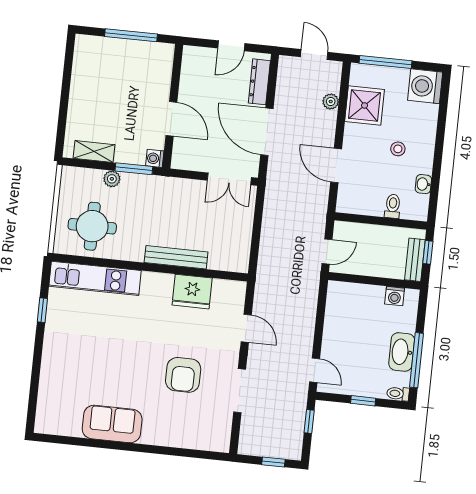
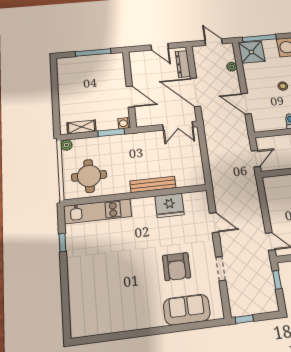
door: (231, 46) -> (160, 47), hinge flipped
shower: (365, 105) -> (251, 52), moved
plant: (112, 179) -> (66, 145), moved
doorway: (240, 391) -> (221, 269), width x0.73
sofa: (112, 424) -> (187, 310), moved
window: (273, 462) -> (244, 319), moved

